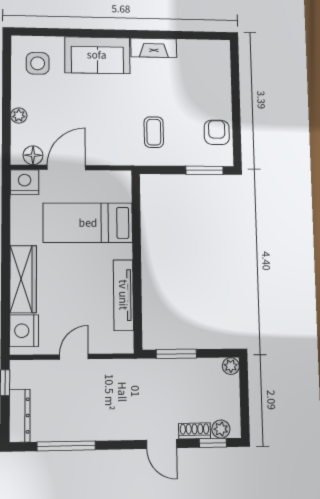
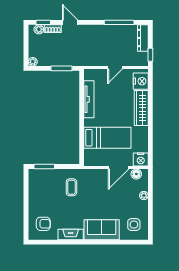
armchair: (217, 132) -> (43, 224), moved, turned -90

